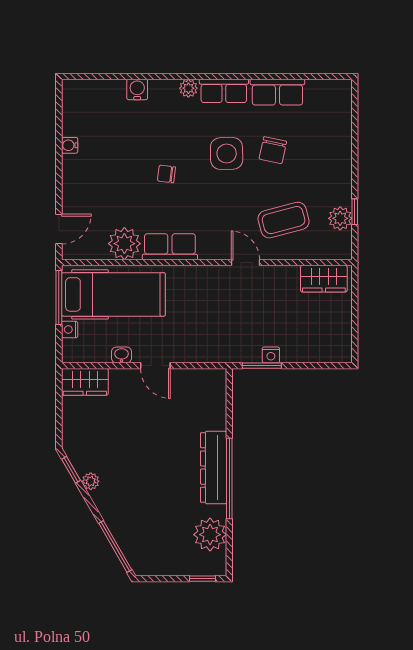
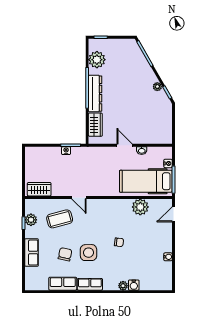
plant: (188, 88) -> (123, 286), moved
row of seats: (170, 247) -> (32, 253), moved, turned -90
wardrobe: (85, 382) -> (95, 125), moved, turned 90

